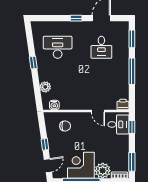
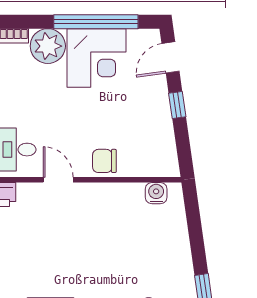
plant: (45, 87) -> (176, 234), removed
chair: (65, 126) -> (104, 161), moved

